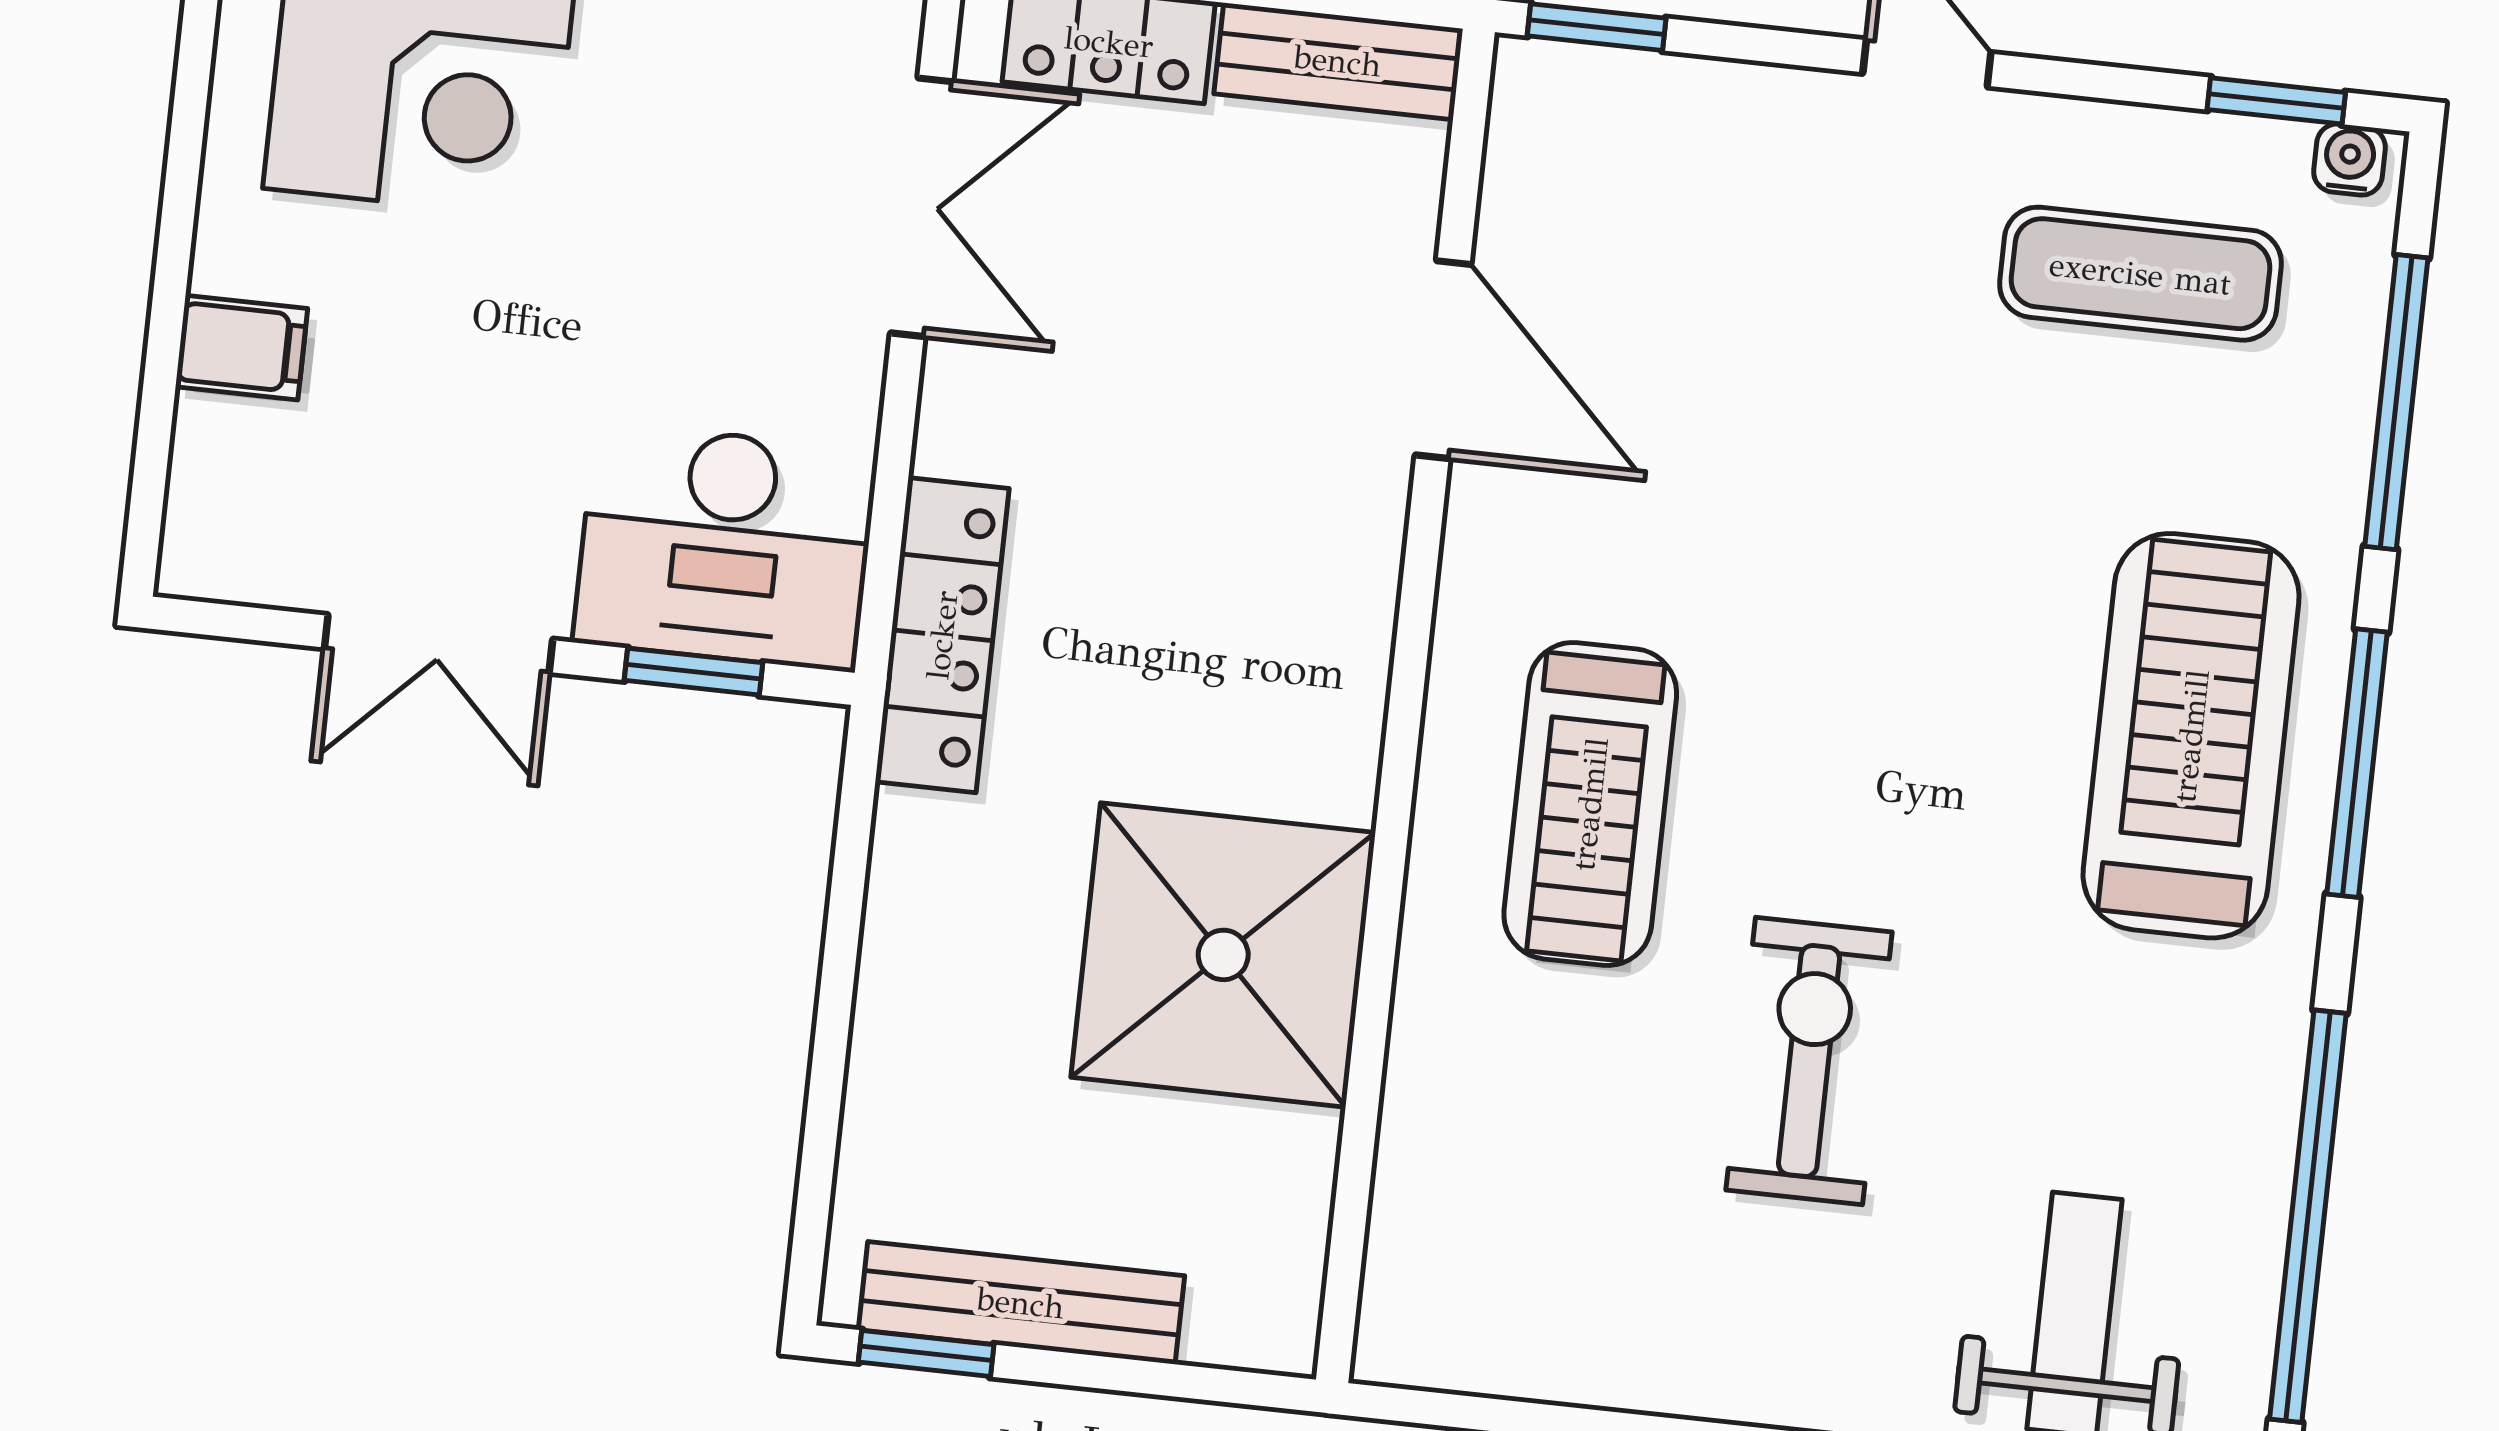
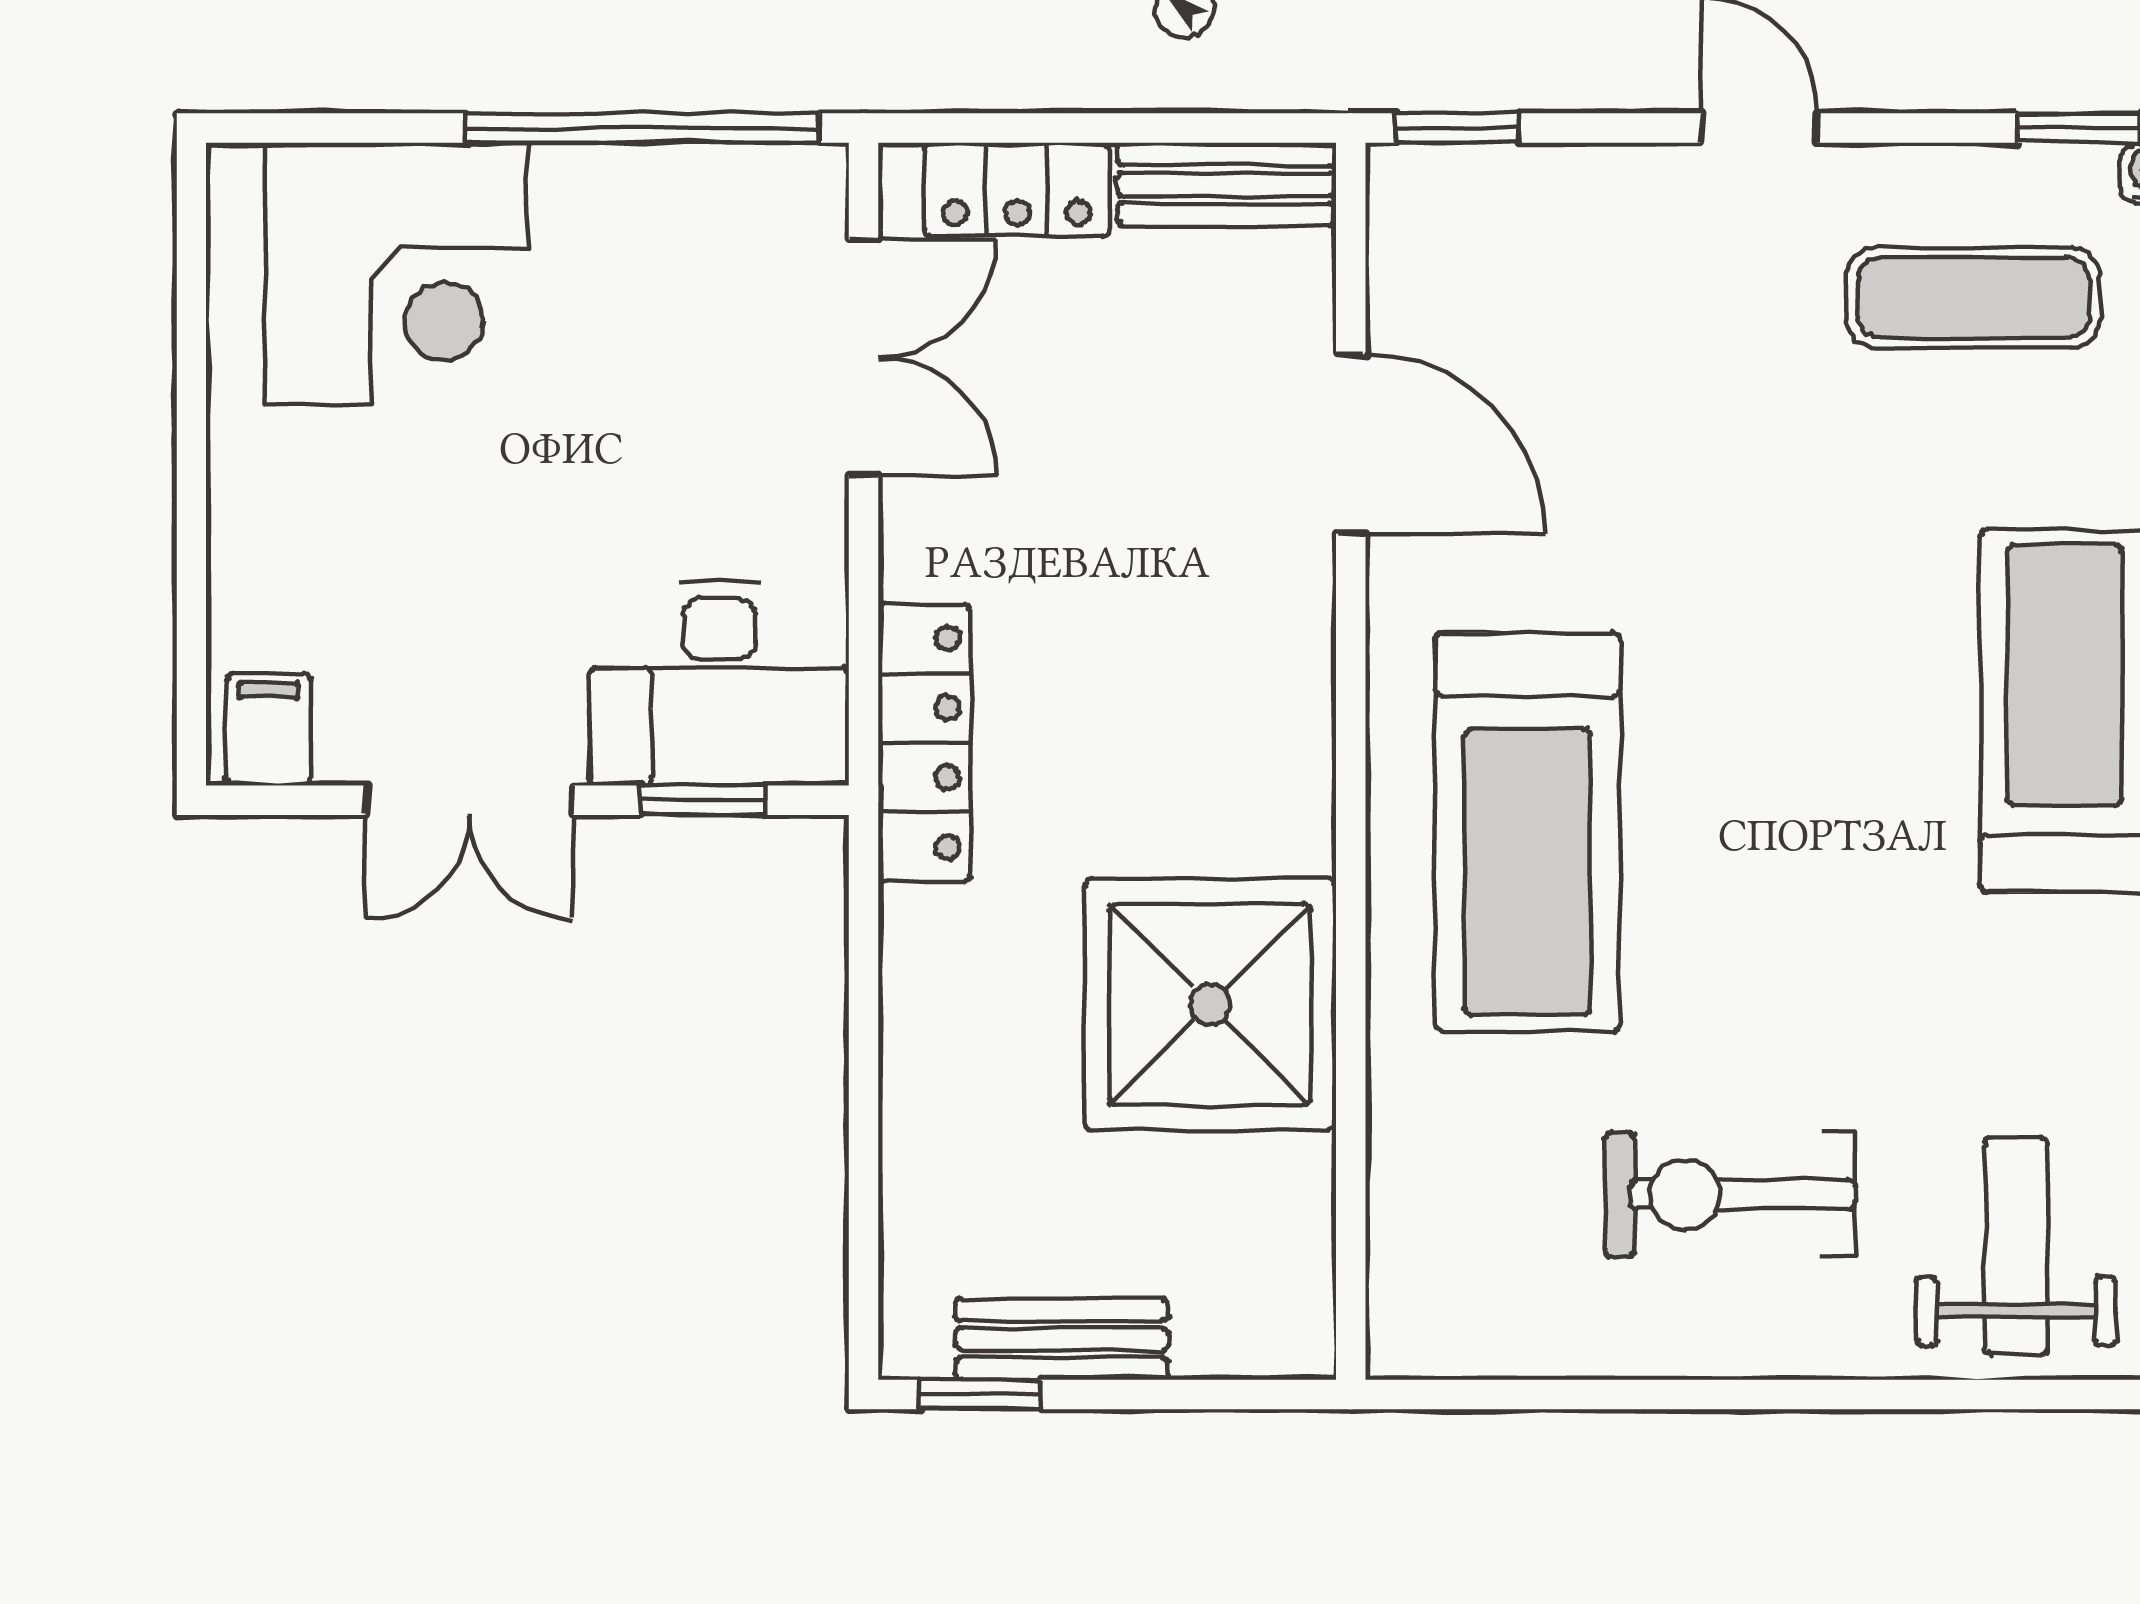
filing cabinet: (242, 348) -> (268, 730), moved, turned -90
treadmill: (1590, 804) -> (1528, 832), width x1.37, depth x1.38
exercise bike: (1809, 1061) -> (1730, 1195), moved, turned -90
bench: (1021, 1303) -> (1062, 1339), width x0.73

